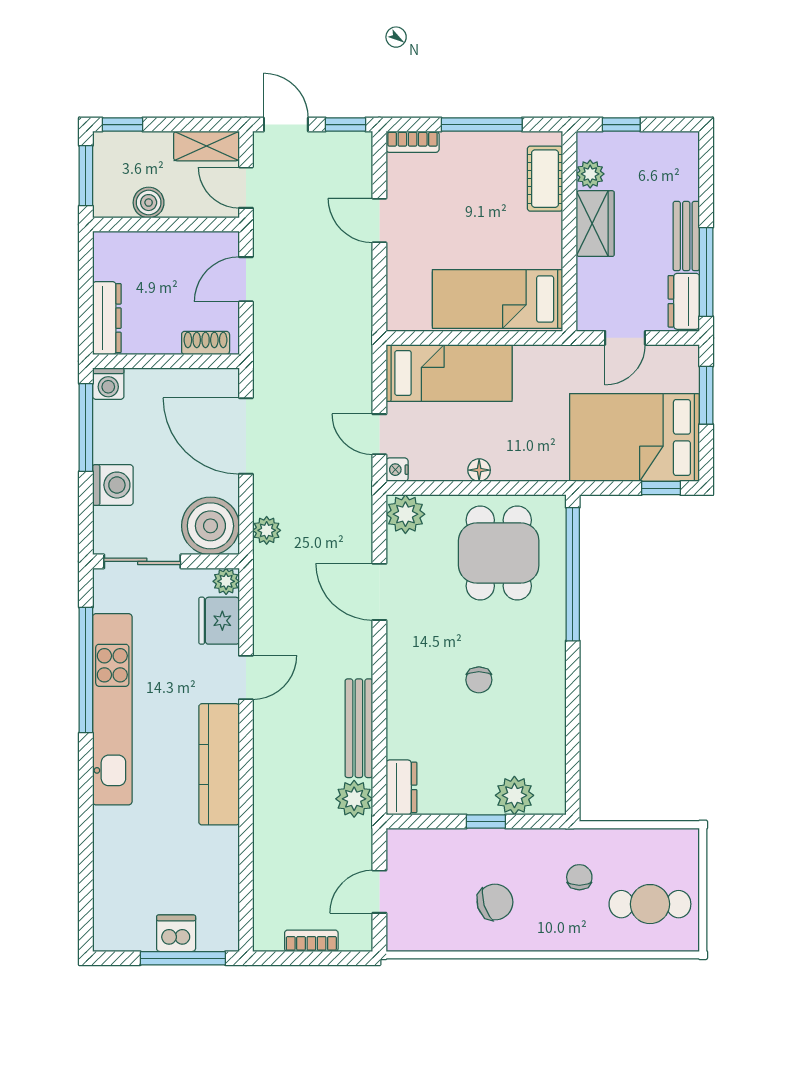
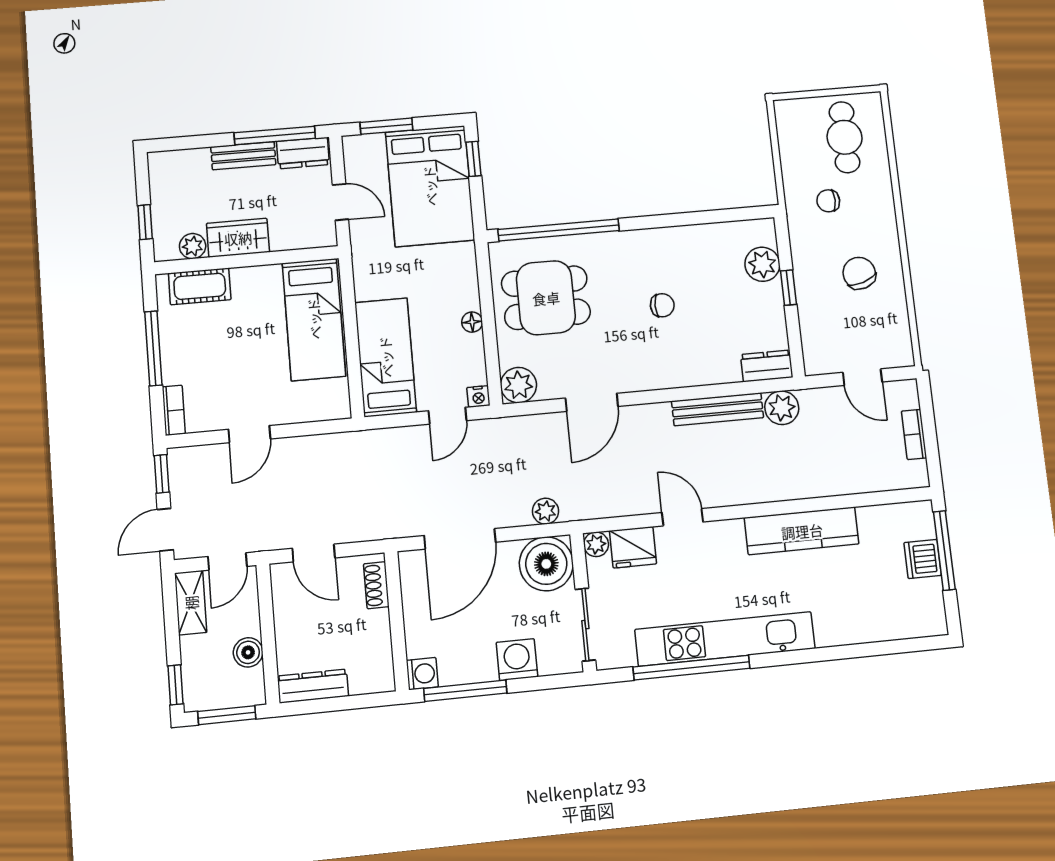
dresser: (107, 318) -> (313, 686), moved
kitchen counter: (219, 764) -> (802, 531), moved

